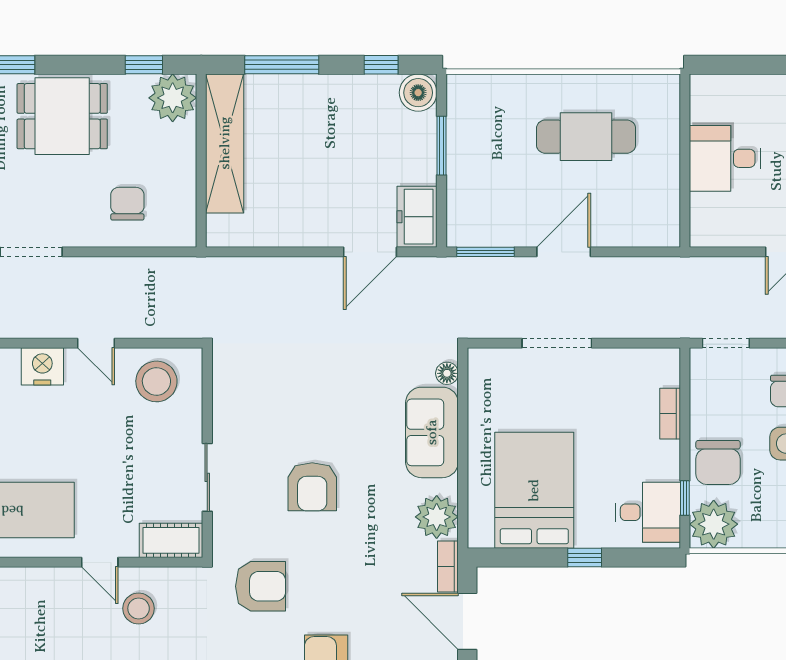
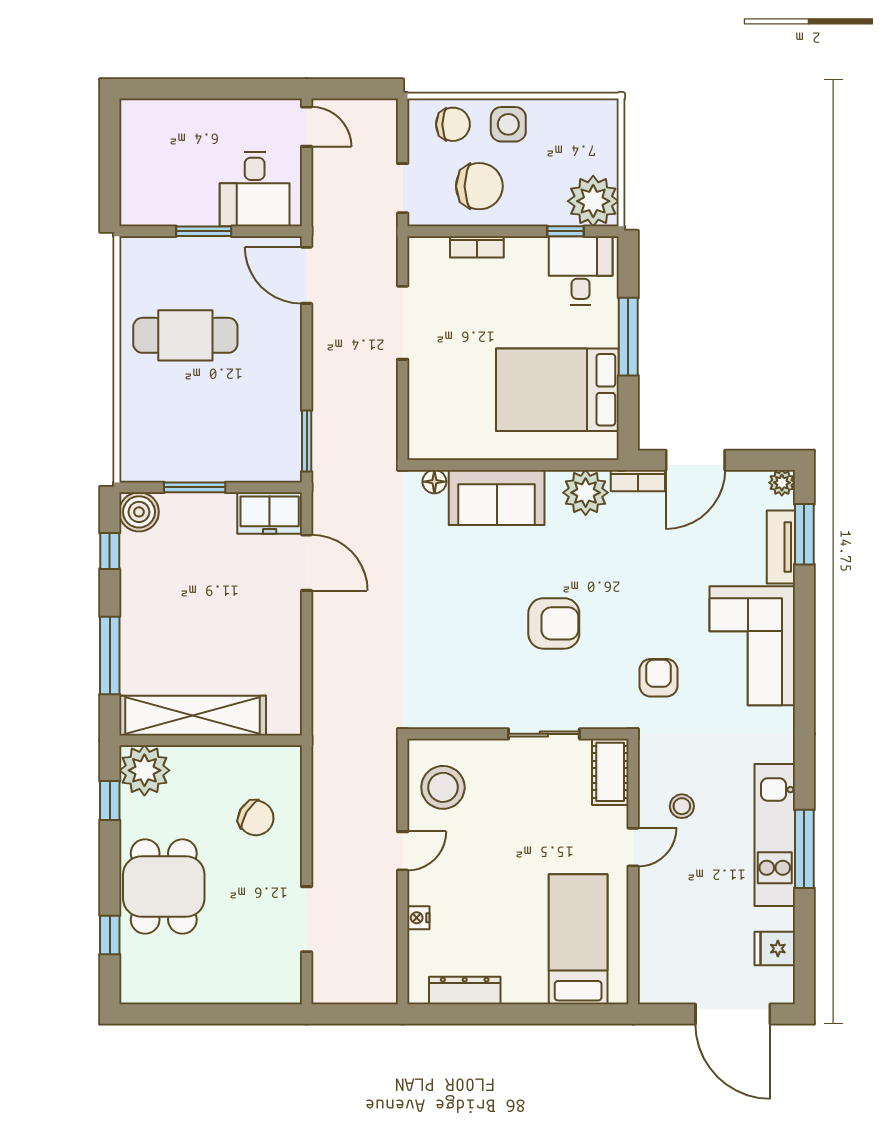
cafe table: (586, 137) -> (185, 335), turned 90
window: (685, 154) -> (204, 231), added
desk: (725, 158) -> (255, 189), moved
chair: (127, 204) -> (256, 818), turned -149
door: (564, 252) -> (307, 275), moved
doorway: (557, 343) -> (403, 323), moved
nightstand: (42, 366) -> (418, 918), width x0.53, depth x0.56
chair: (718, 462) -> (479, 186), moved
window: (585, 558) -> (628, 337), width x2.17
armchair: (261, 586) -> (658, 678), width x0.72, depth x0.72
stool: (139, 608) -> (682, 806), width x0.73, depth x0.73

